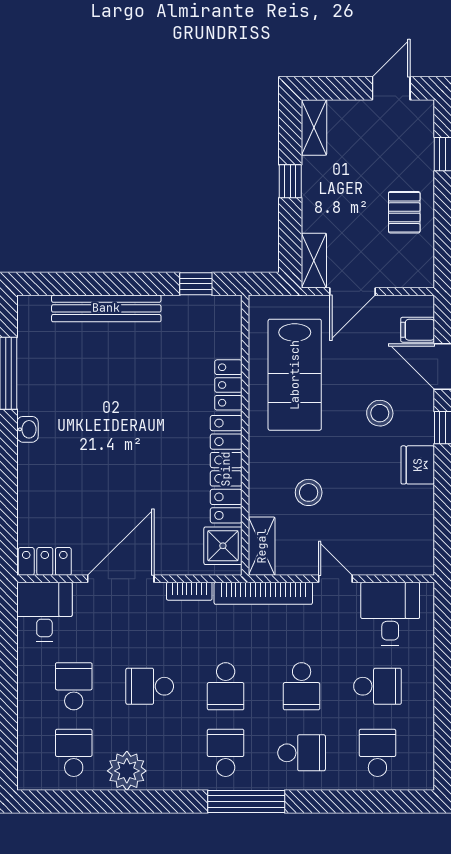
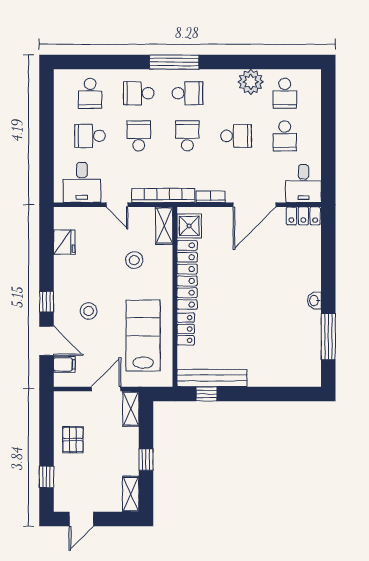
bench: (106, 308) -> (212, 378), moved
fridge: (418, 465) -> (64, 242), moved
school desk: (226, 753) -> (187, 93), turned -90

